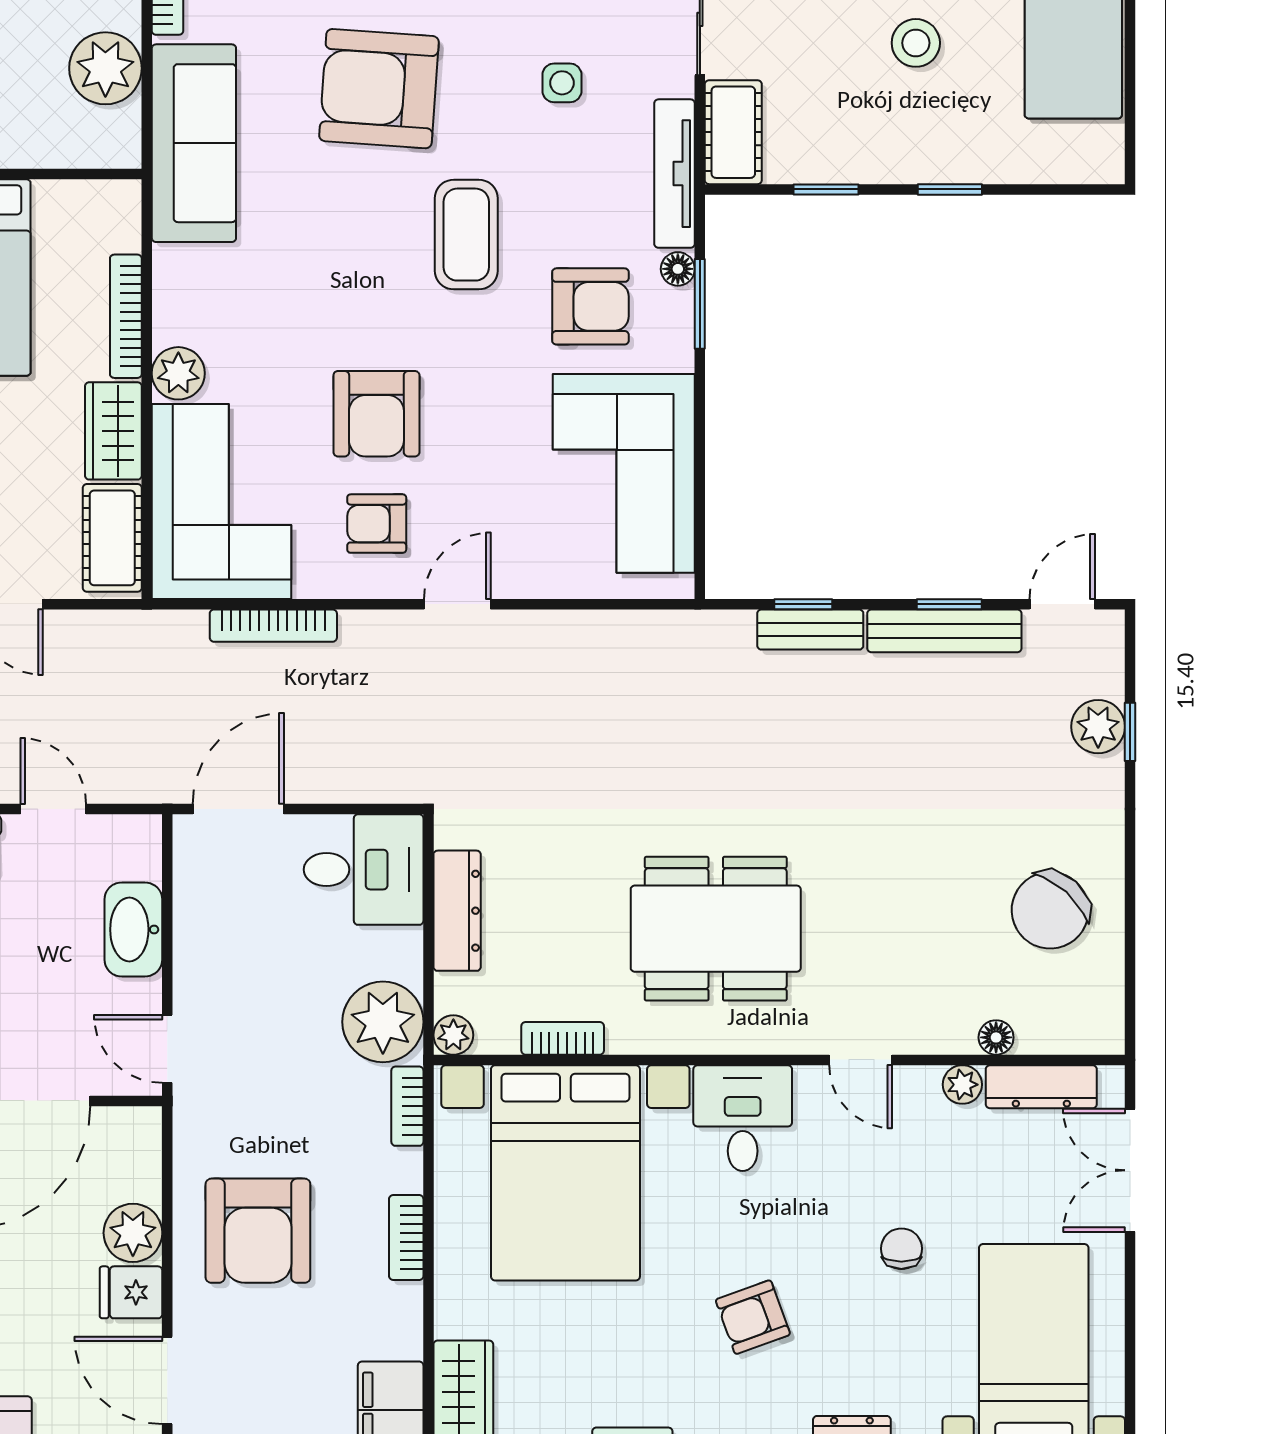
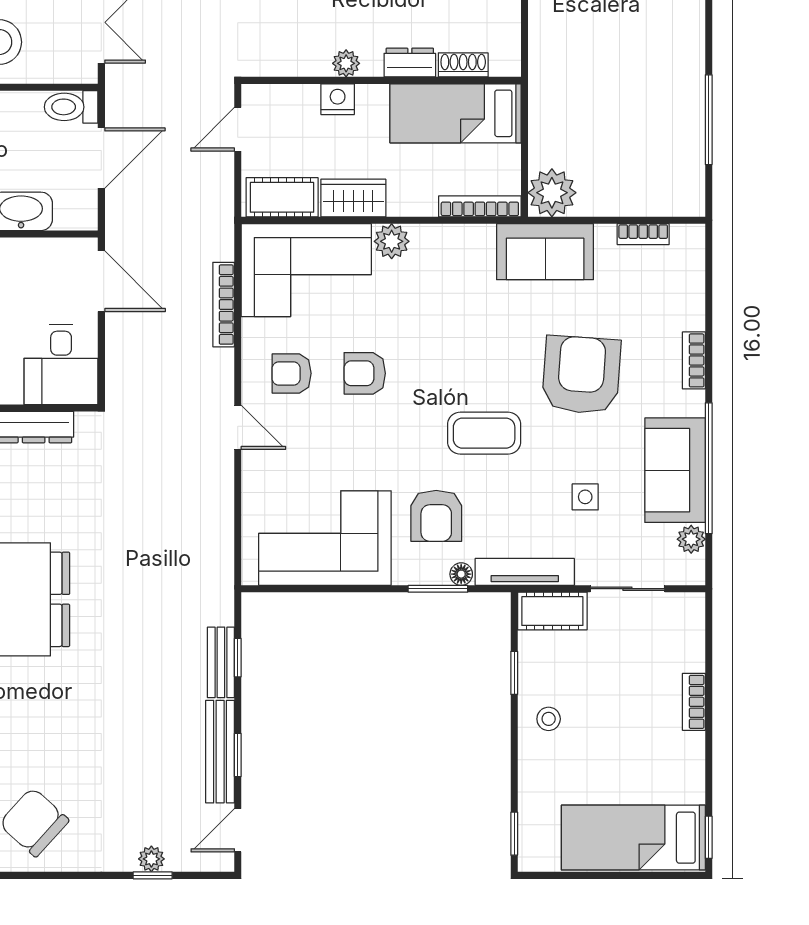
stool: (916, 43) -> (549, 719), moved, width x0.73, depth x0.73
plant: (105, 68) -> (552, 193), moved
sofa: (194, 143) -> (545, 252), width x0.73
window: (950, 189) -> (514, 834), moved
bookcase: (126, 316) -> (480, 206), moved
armchair: (376, 414) -> (365, 373), width x0.72, depth x0.72
armchair: (377, 524) -> (292, 373), turned -90
door: (1062, 604) -> (238, 830), swing flipped
plant: (1098, 727) -> (151, 859), width x0.73, depth x0.73
door: (53, 809) -> (101, 158), width x1.38

